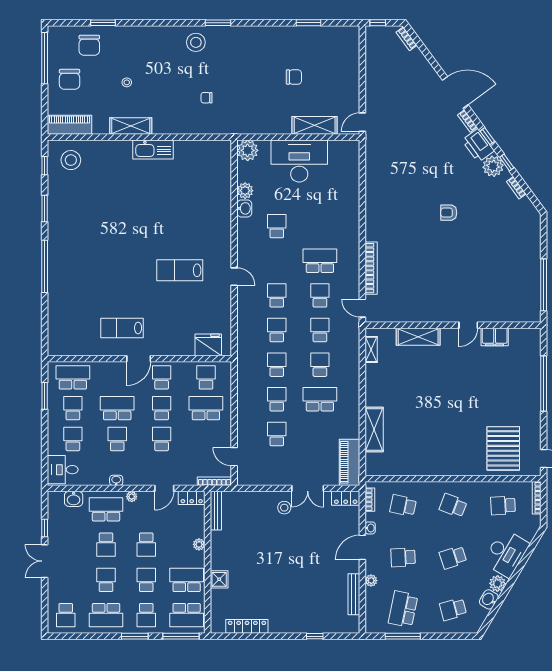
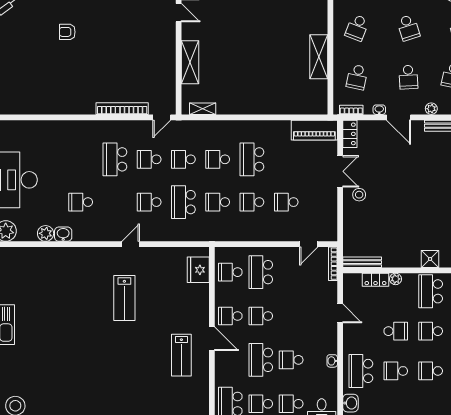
armchair: (449, 213) -> (67, 32), turned 90
school desk: (277, 330) -> (183, 202), width x1.85
shelving: (374, 430) -> (319, 57), moved, turned 90
school desk: (162, 439) -> (291, 316), removed
plant: (132, 497) -> (348, 346), removed
locker: (192, 498) -> (375, 280), moved, turned 90
school desk: (106, 545) -> (396, 371), turned 180

